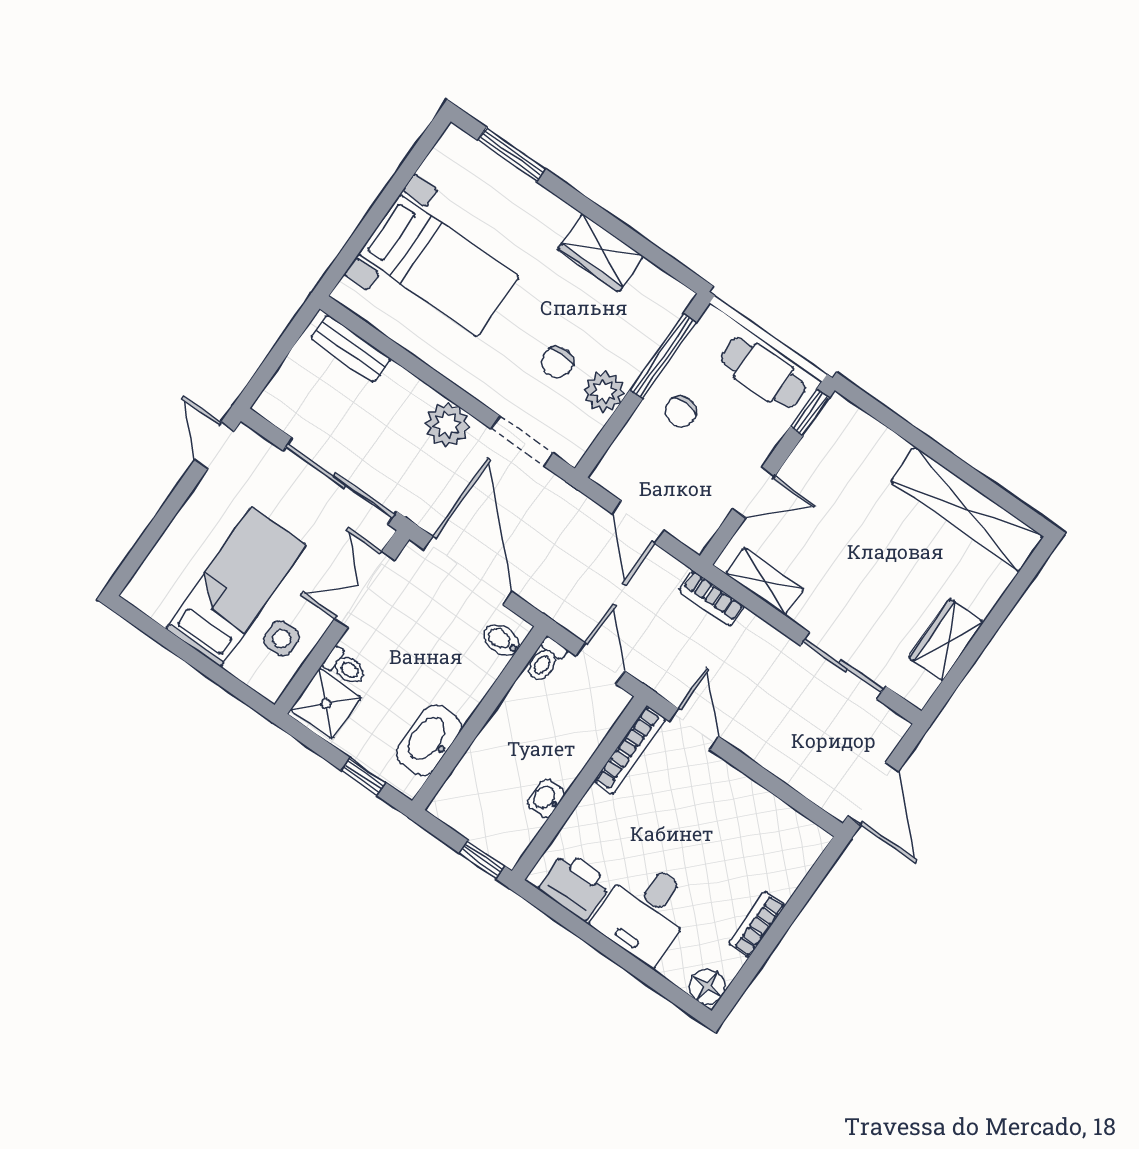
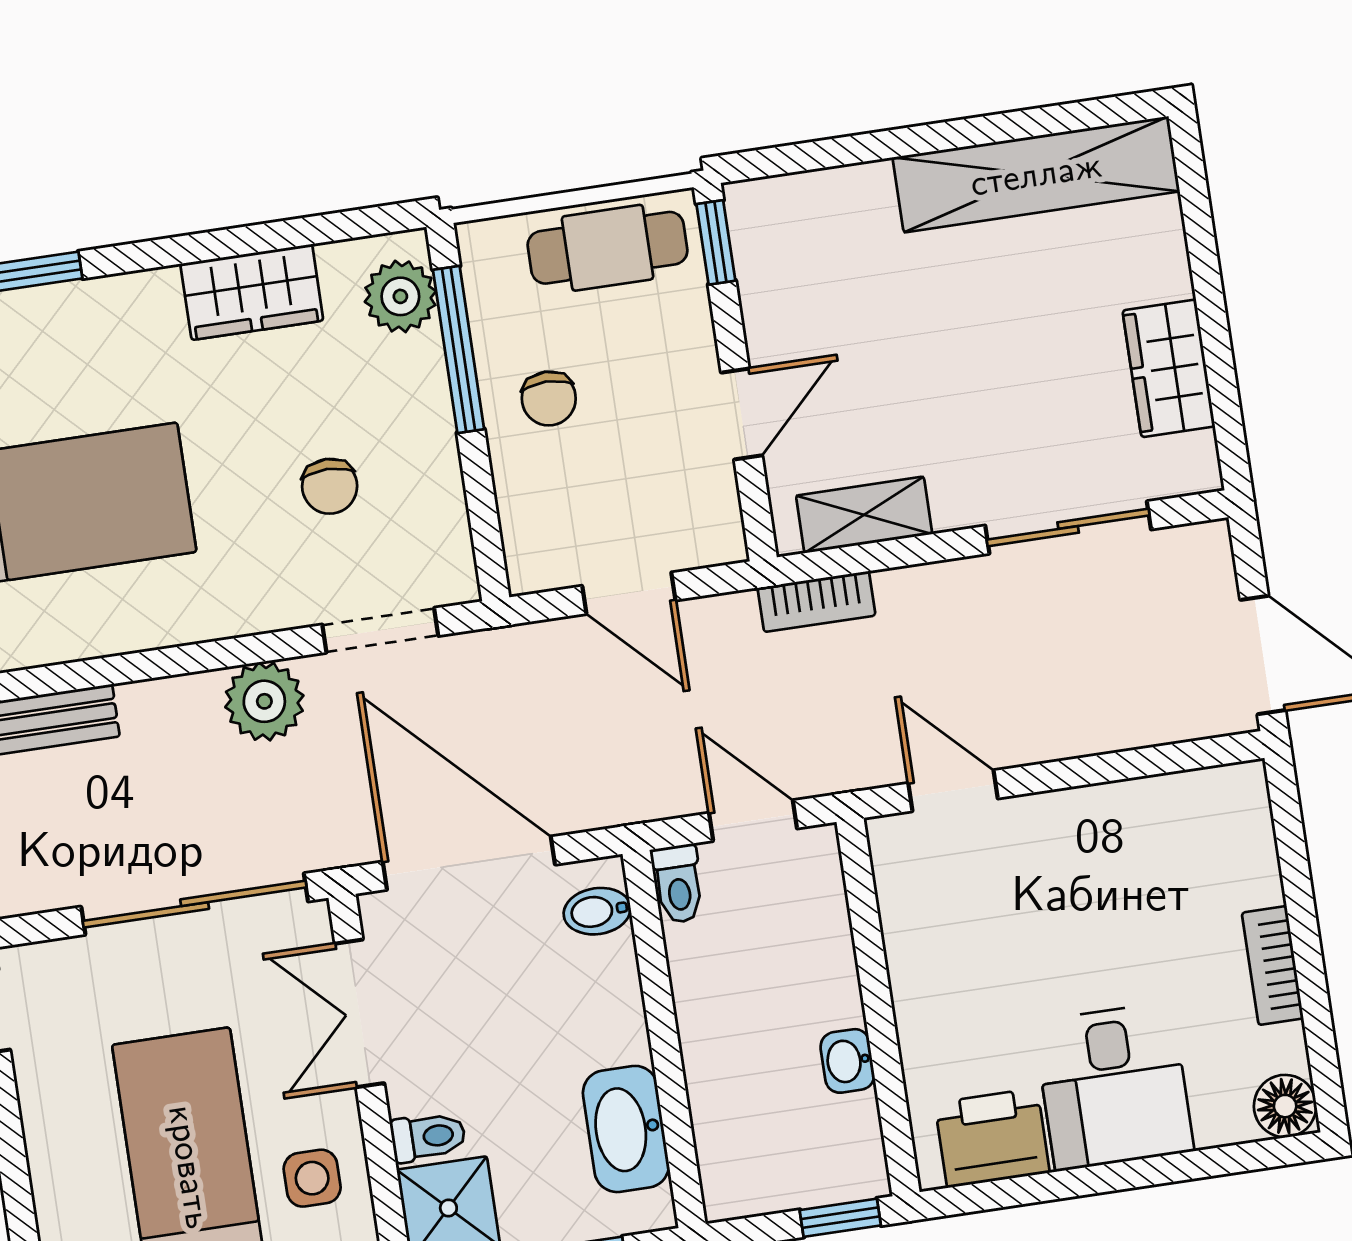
plant: (604, 392) -> (400, 296), moved
bookcase: (630, 750) -> (896, 896), removed

